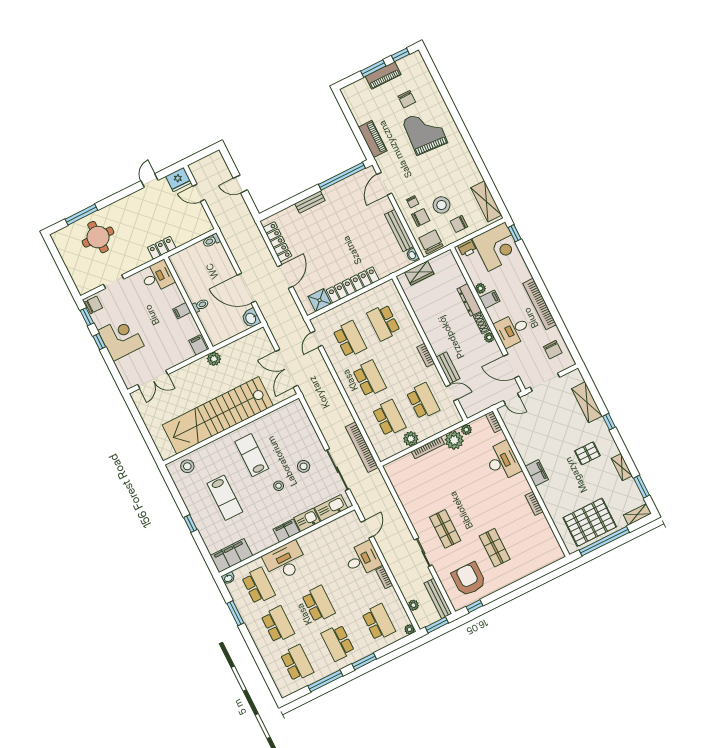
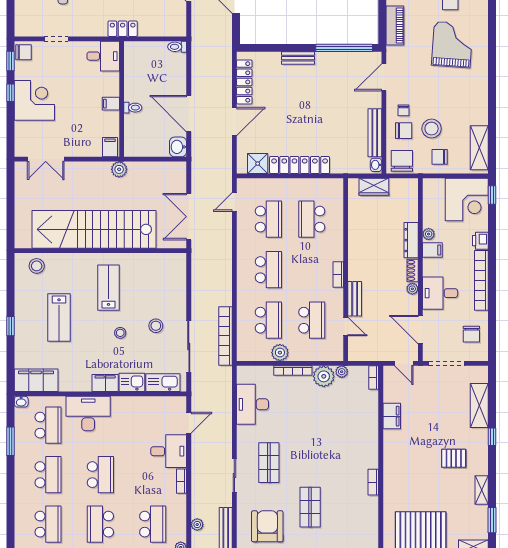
printer: (467, 248) -> (480, 241), moved, turned 90
desk: (503, 461) -> (253, 404), moved, turned 180
filing cabinet: (537, 473) -> (392, 416), moved

